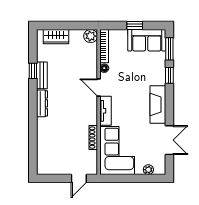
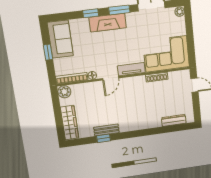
wardrobe: (56, 37) -> (70, 123), width x1.50
window: (169, 49) -> (119, 10), moved
dresser: (42, 103) -> (174, 120), moved
fireplace: (158, 104) -> (108, 23), moved
plant: (148, 170) -> (180, 12), moved

